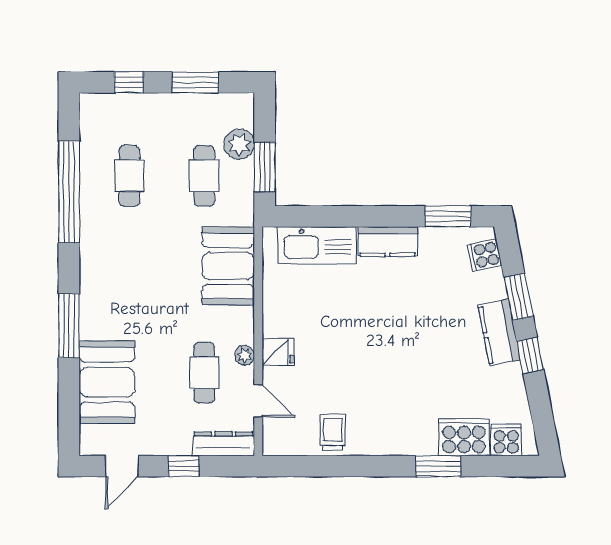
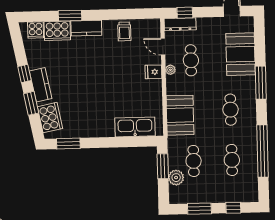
kitchen counter: (388, 241) -> (86, 28), moved, turned 180
cooker: (485, 255) -> (50, 118), width x1.87, depth x1.31
cafe table: (129, 274) -> (231, 110), added
window: (184, 466) -> (185, 13), moved

